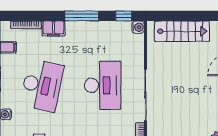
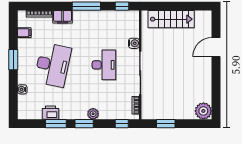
water cooler: (138, 27) -> (134, 43), moved
desk: (103, 85) -> (104, 65), width x0.73, depth x0.77

